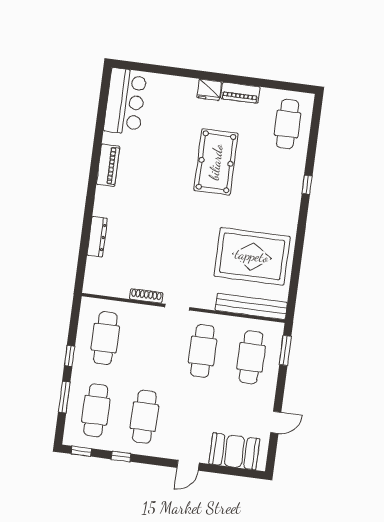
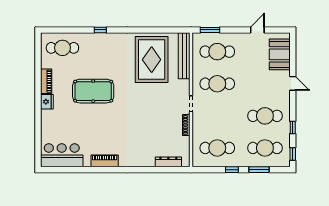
dresser: (97, 237) -> (168, 162), moved
door: (276, 422) -> (257, 30), hinge flipped

